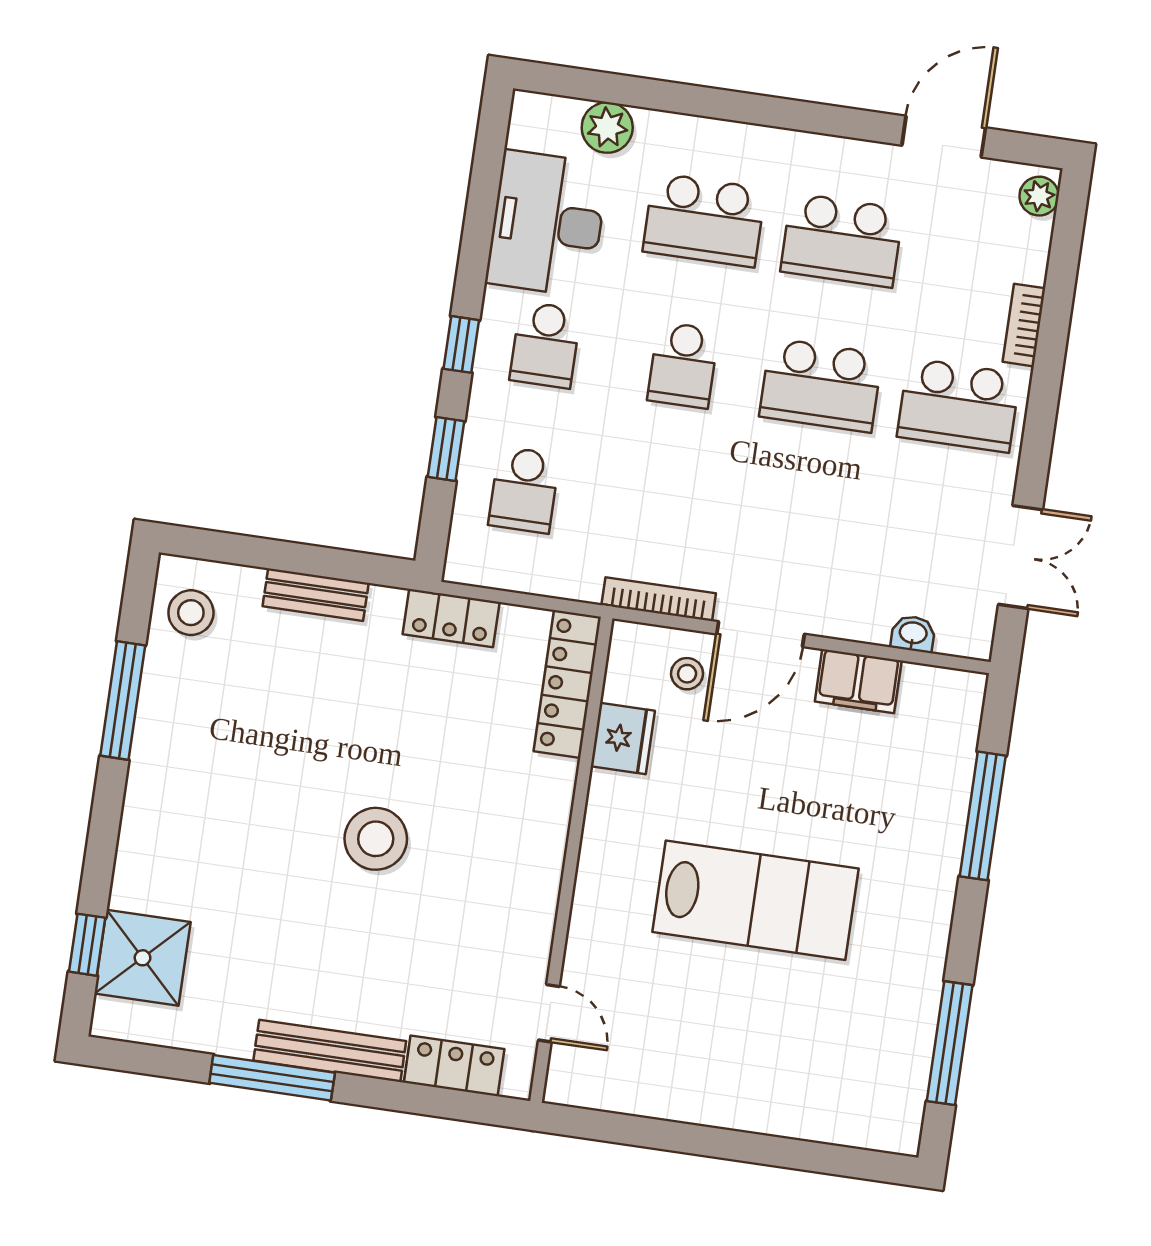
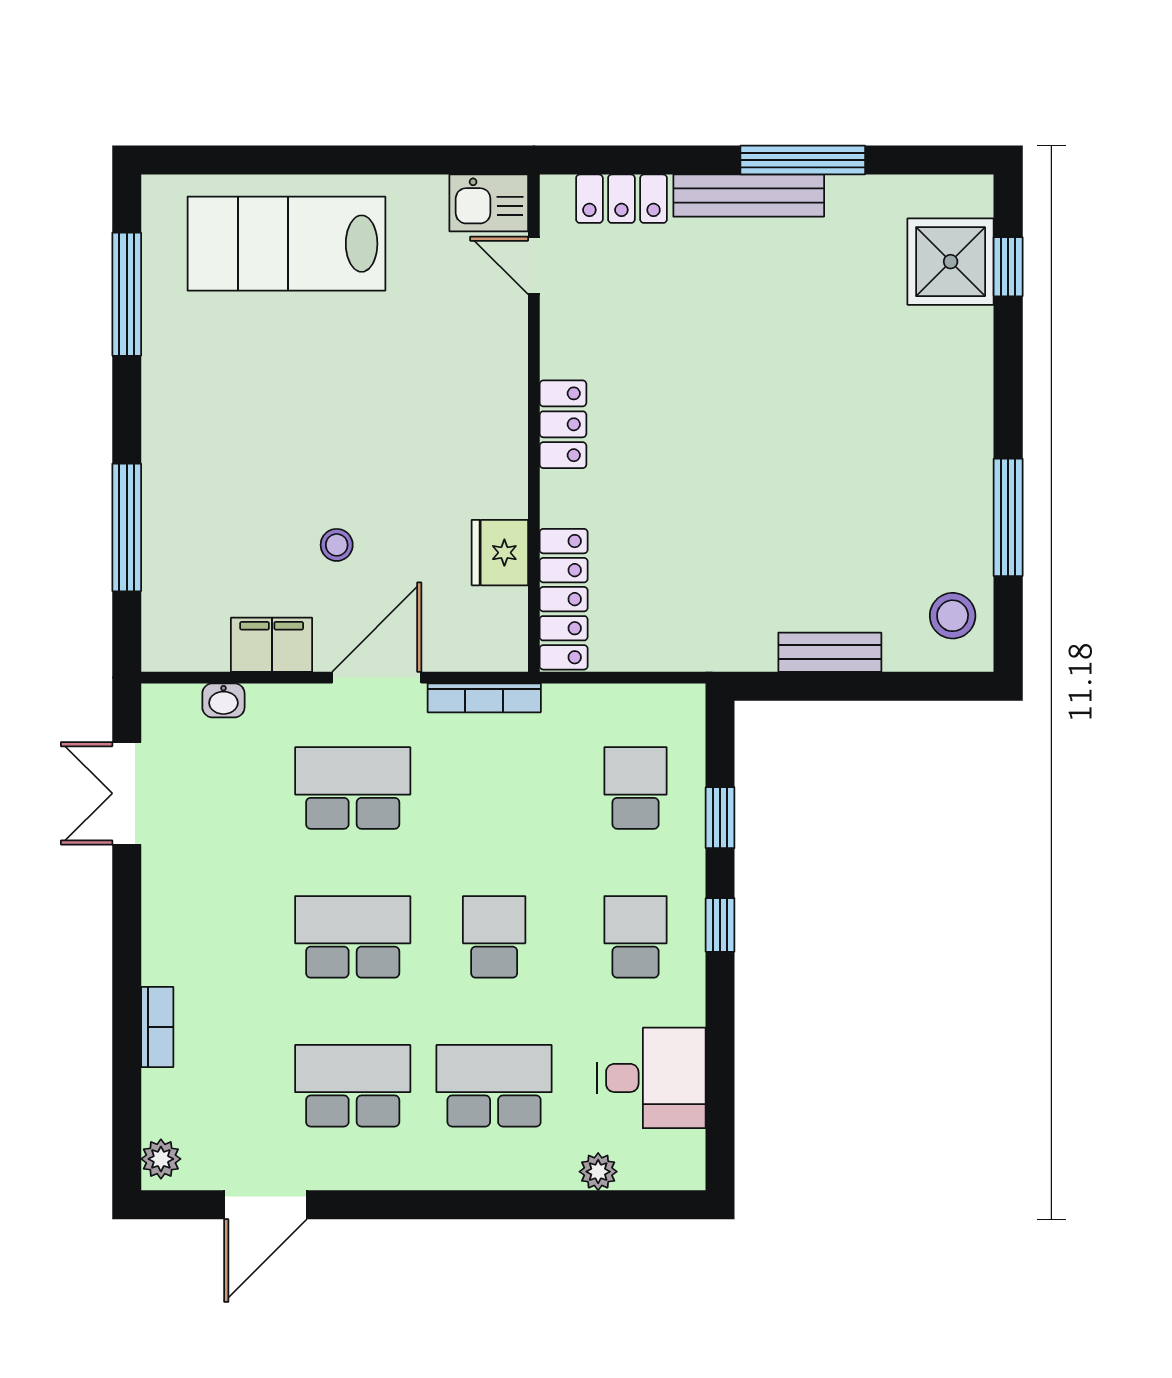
plant: (607, 128) -> (598, 1172), width x0.73, depth x0.73
desk: (547, 223) -> (652, 1078), width x0.73
school desk: (959, 405) -> (353, 788), moved
locker: (451, 618) -> (563, 424), moved, turned 90
stool: (687, 674) -> (337, 545), moved
stool: (376, 839) -> (734, 415), removed
lab bench: (756, 900) -> (286, 244), moved
kitchen sink: (584, 1081) -> (489, 203), added

